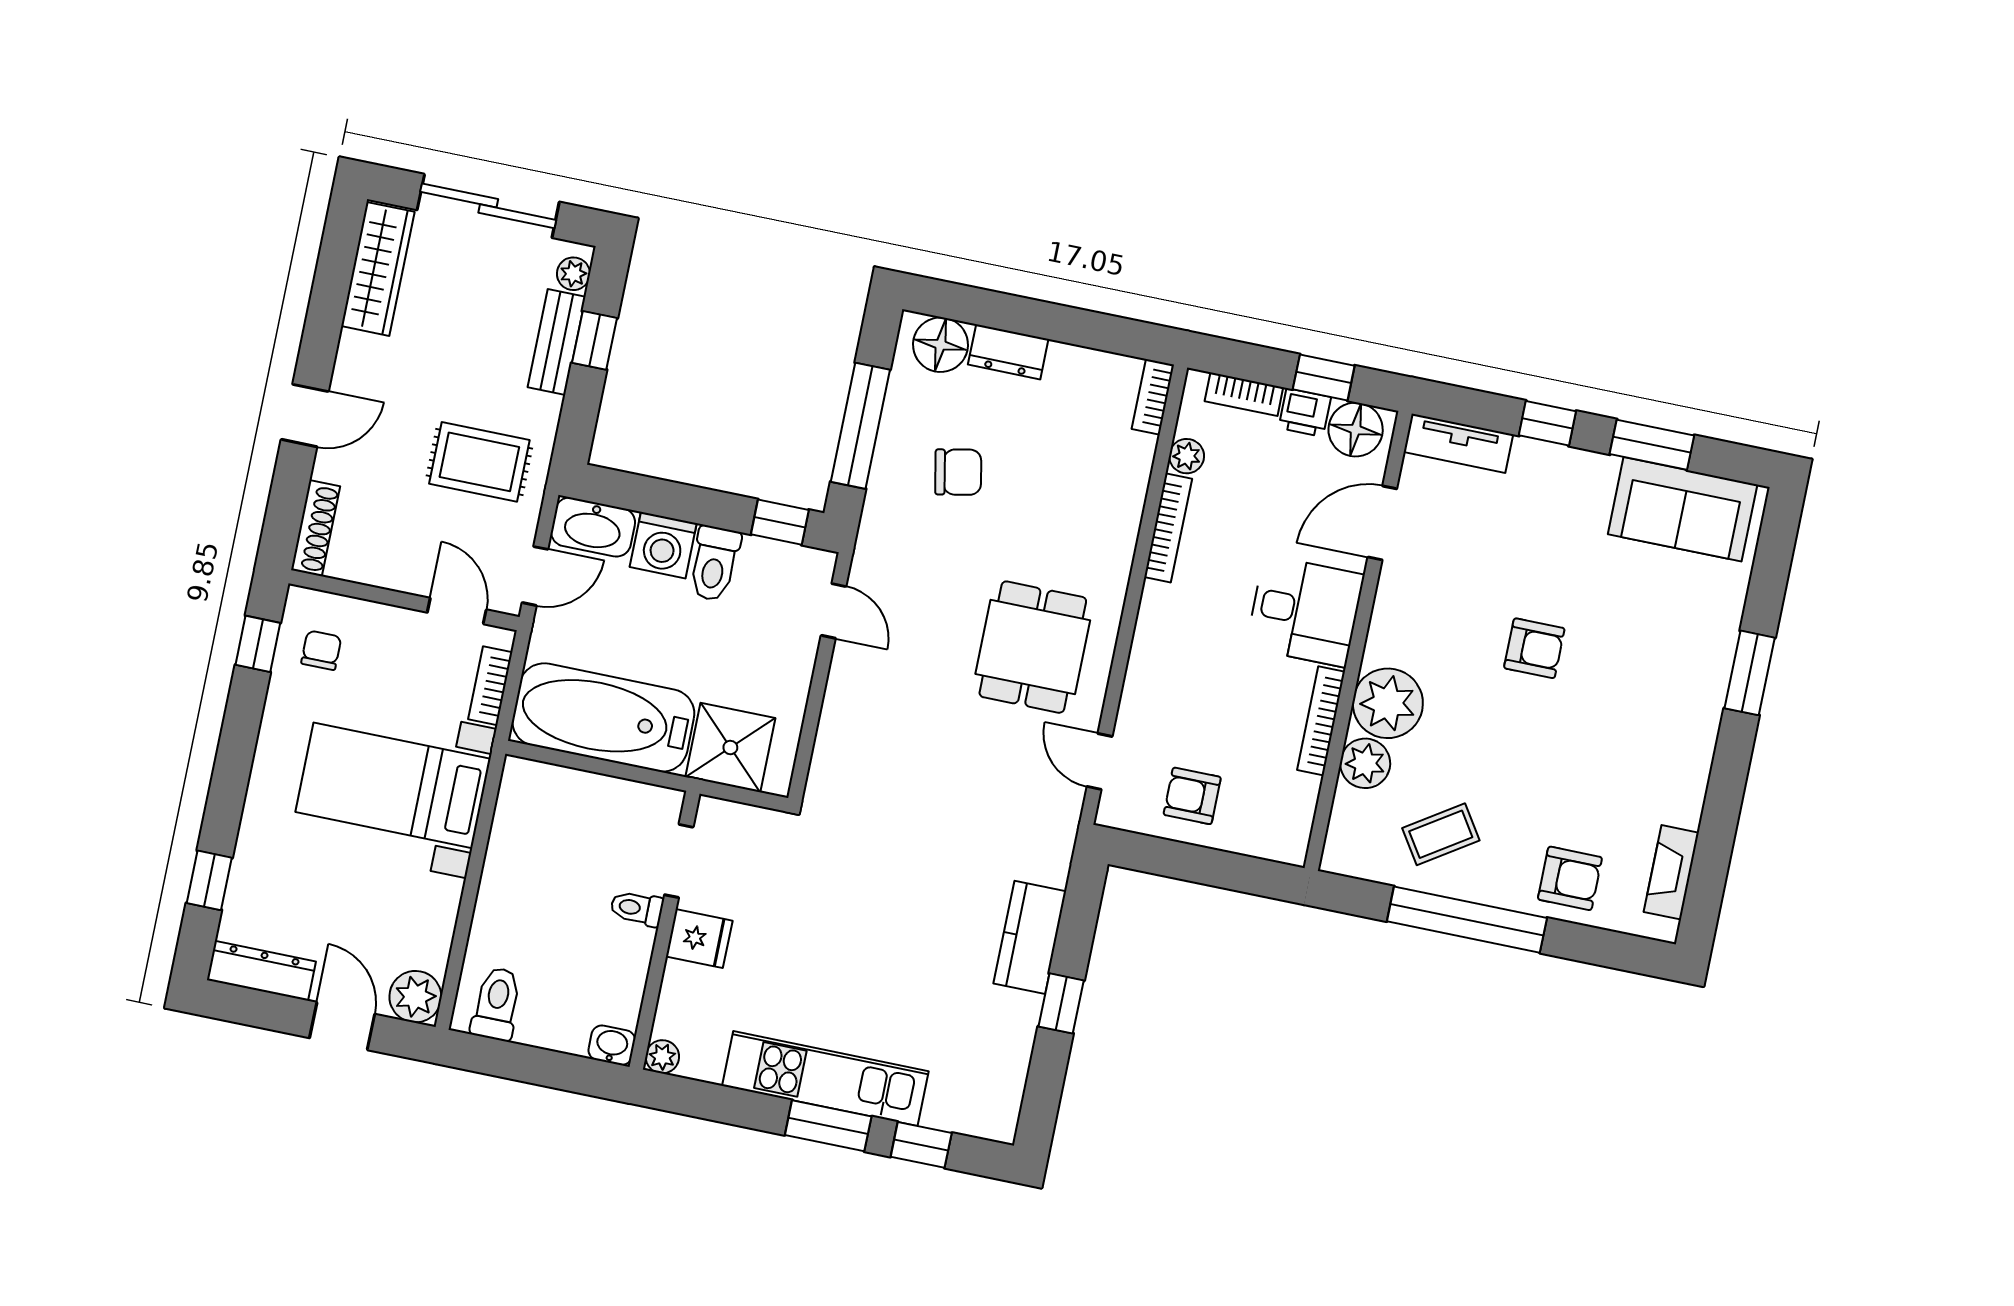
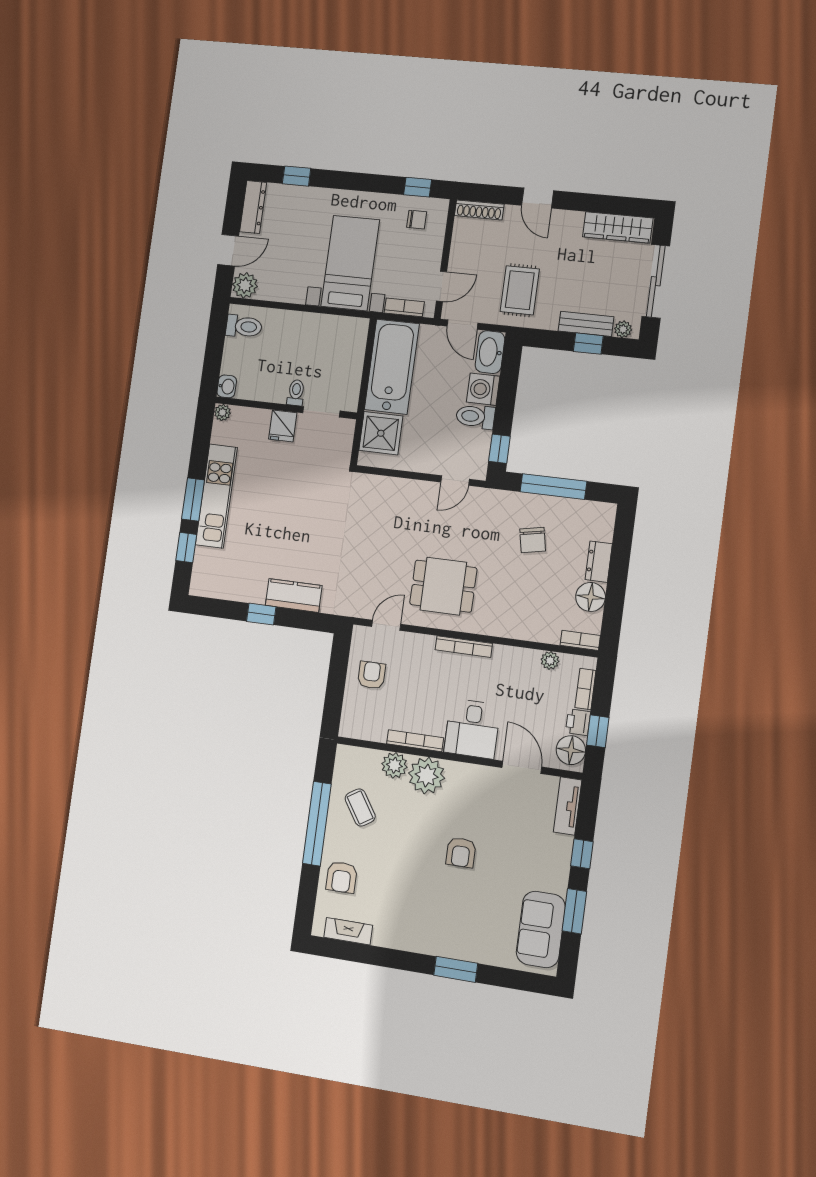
floor lamp: (940, 345) -> (591, 597), moved
bookcase: (1168, 528) -> (464, 647), moved

